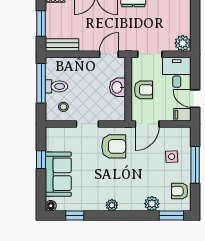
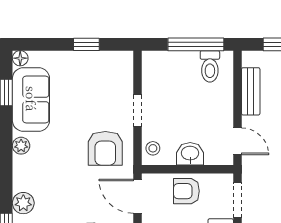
bench: (62, 45) -> (251, 91), moved
toilet: (57, 86) -> (210, 66), moved
armchair: (144, 90) -> (186, 191), turned 90
stool: (63, 107) -> (153, 148), moved
sofa: (58, 174) -> (31, 99), moved, turned -90

